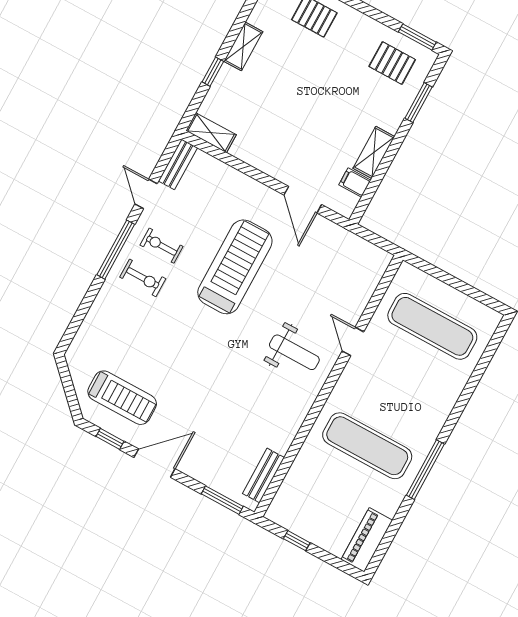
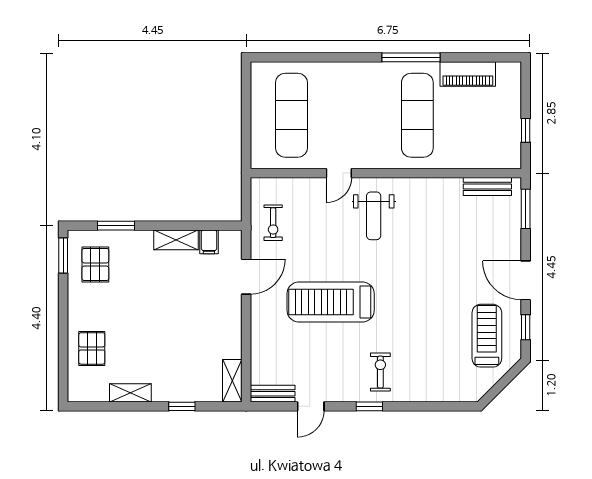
shelving: (243, 46) -> (130, 393), moved
exercise bike: (162, 246) -> (273, 223), moved
window: (116, 250) -> (369, 406), width x0.46
weight bench: (294, 352) -> (374, 216), turned 180
piano: (367, 540) -> (468, 74), moved

